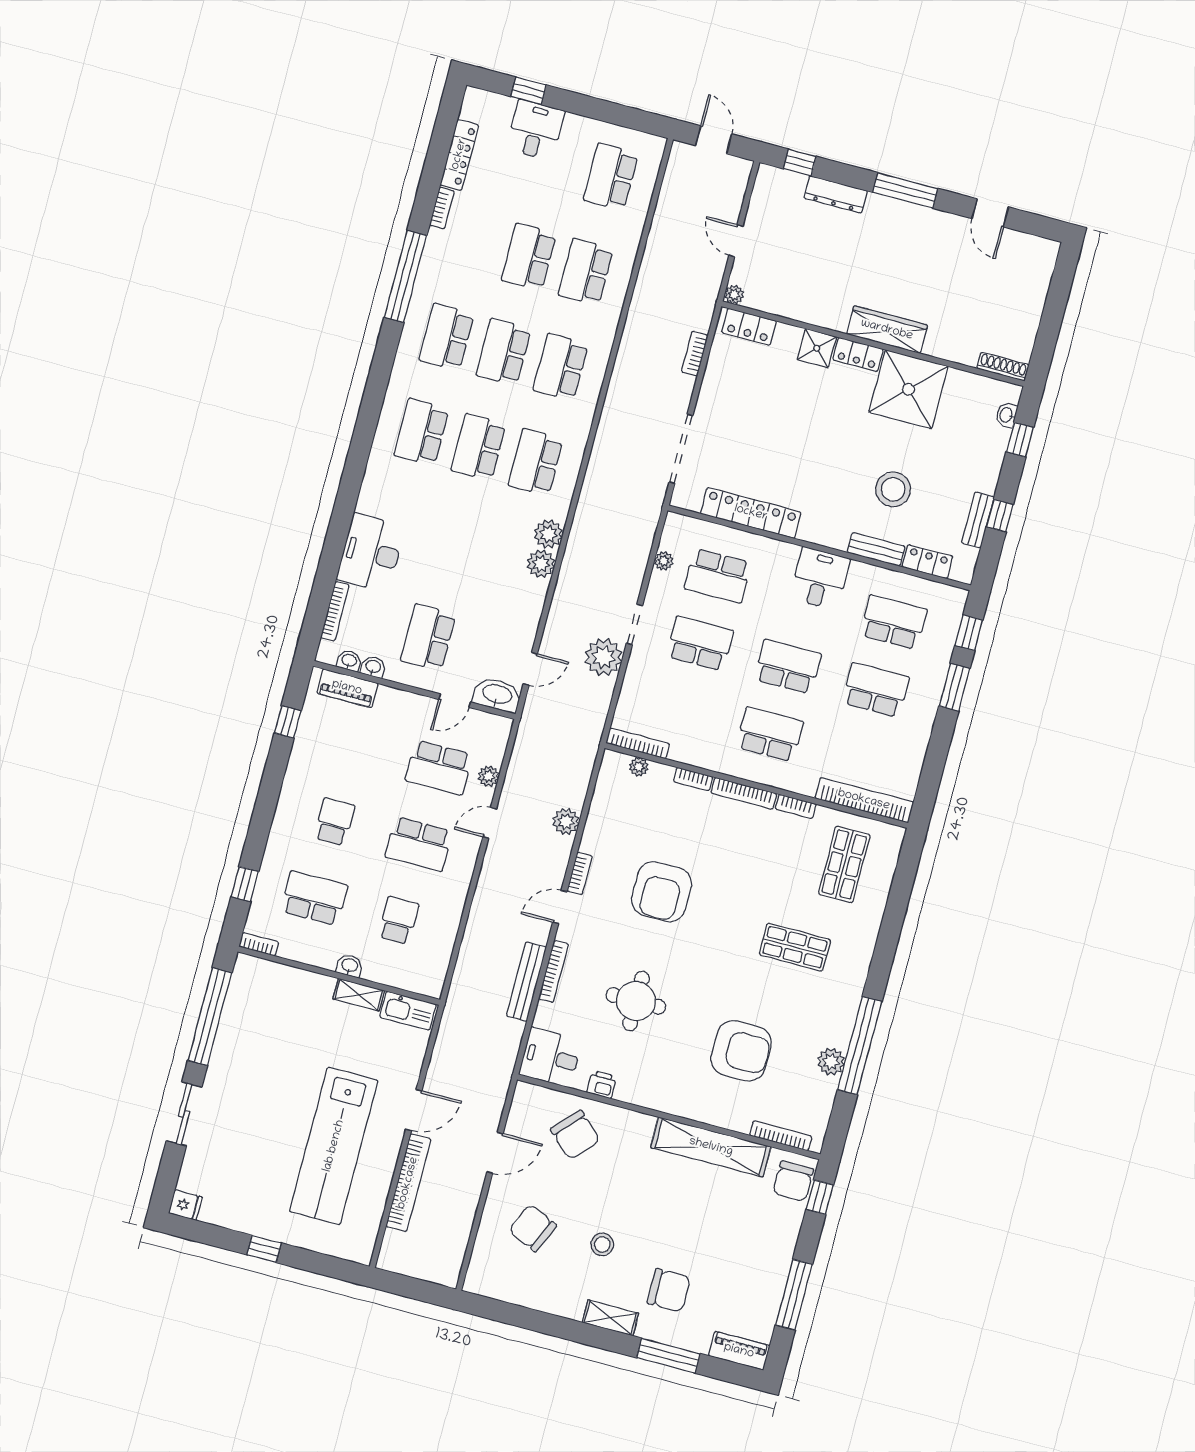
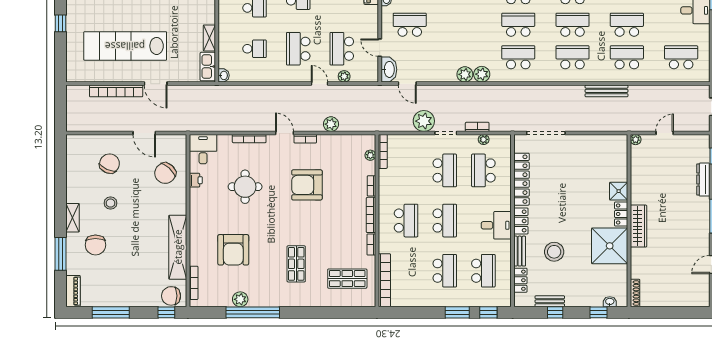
locker: (749, 327) -> (521, 221), moved, turned 180
bookcase: (695, 354) -> (477, 127), moved
washbasin: (350, 966) -> (224, 75), moved
bench: (526, 982) -> (606, 91), moved

